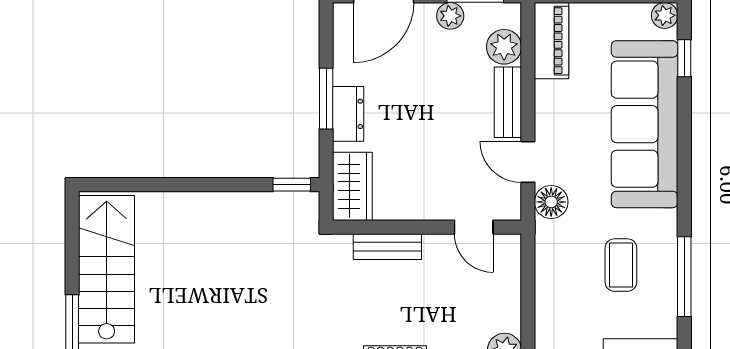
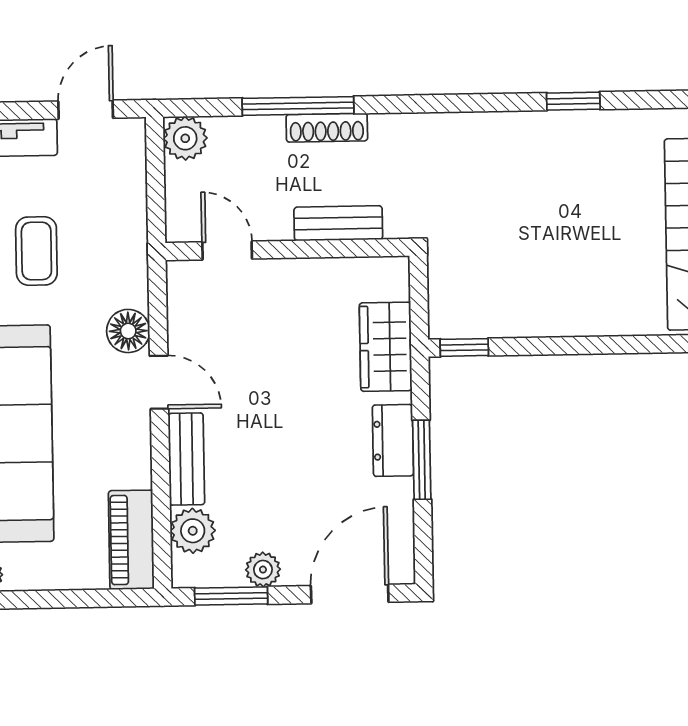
wall: (427, 227) -> (287, 249), moved
door: (474, 227) -> (227, 250), moved
bench: (387, 247) -> (338, 223), moved

